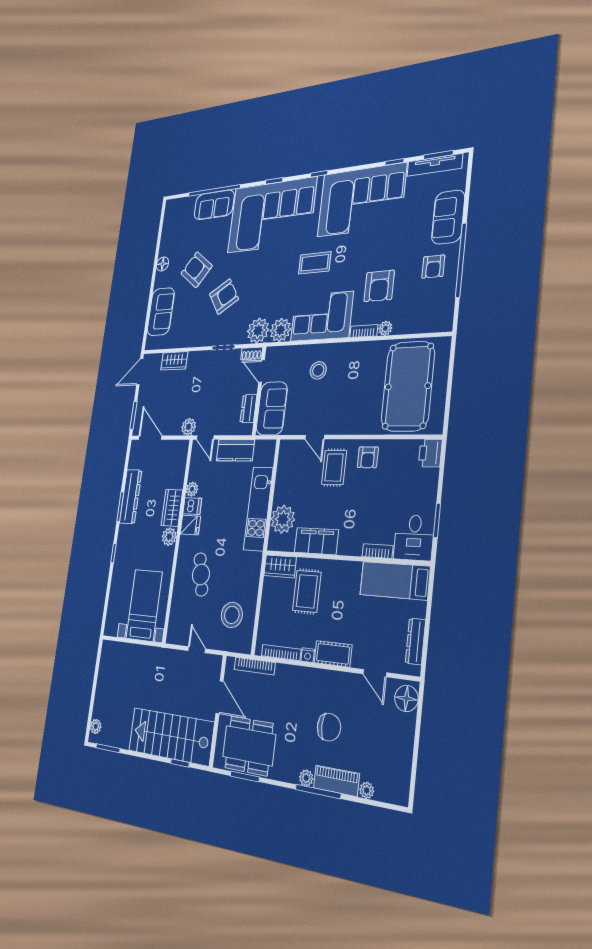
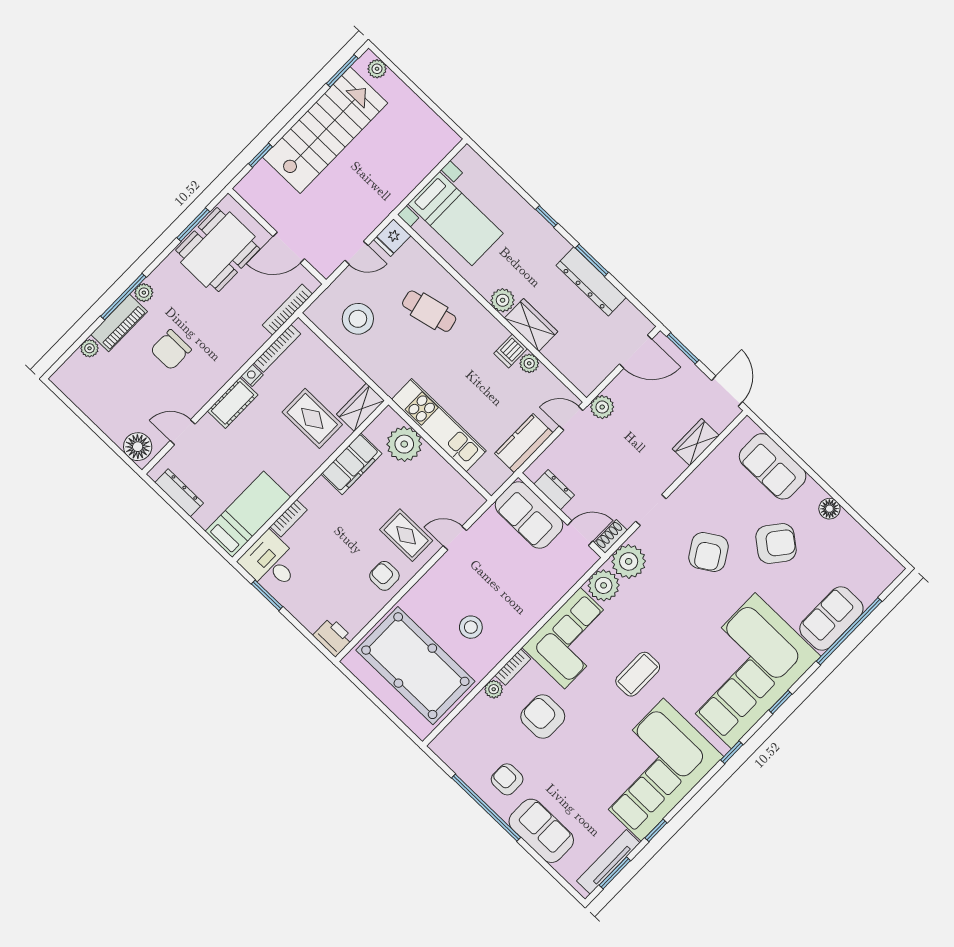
stool: (318, 370) -> (471, 627), moved
fridge: (190, 525) -> (392, 238), moved
stairs: (171, 736) -> (325, 130), moved

